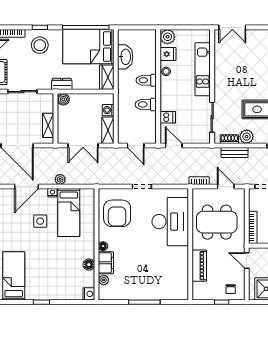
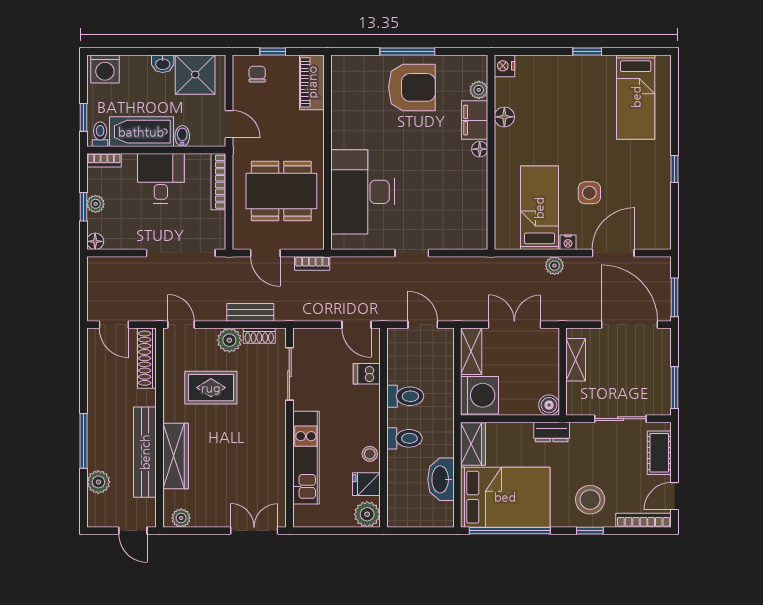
washing machine: (108, 110) -> (480, 395), width x1.89, depth x1.89
armchair: (117, 213) -> (412, 87), moved, turned 90
piano: (199, 266) -> (312, 82), moved

